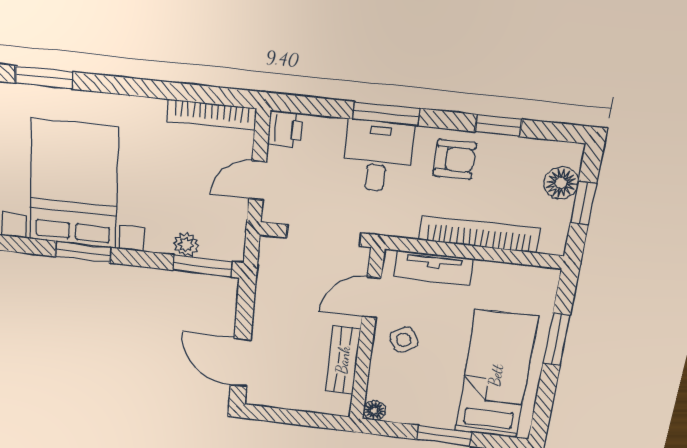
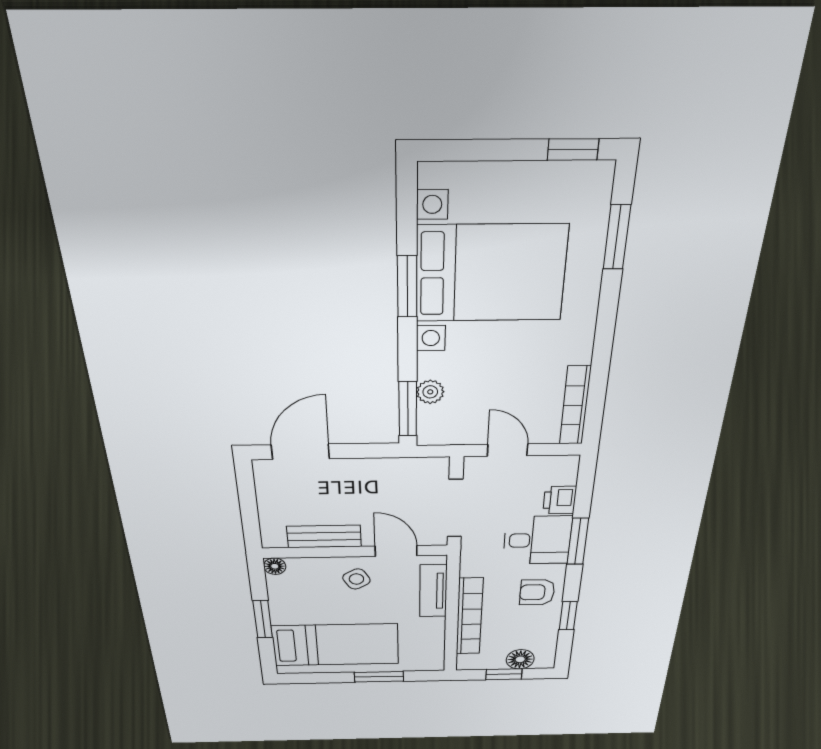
printer: (285, 129) -> (560, 500), moved, turned 90
armchair: (455, 159) -> (537, 592), turned 90

